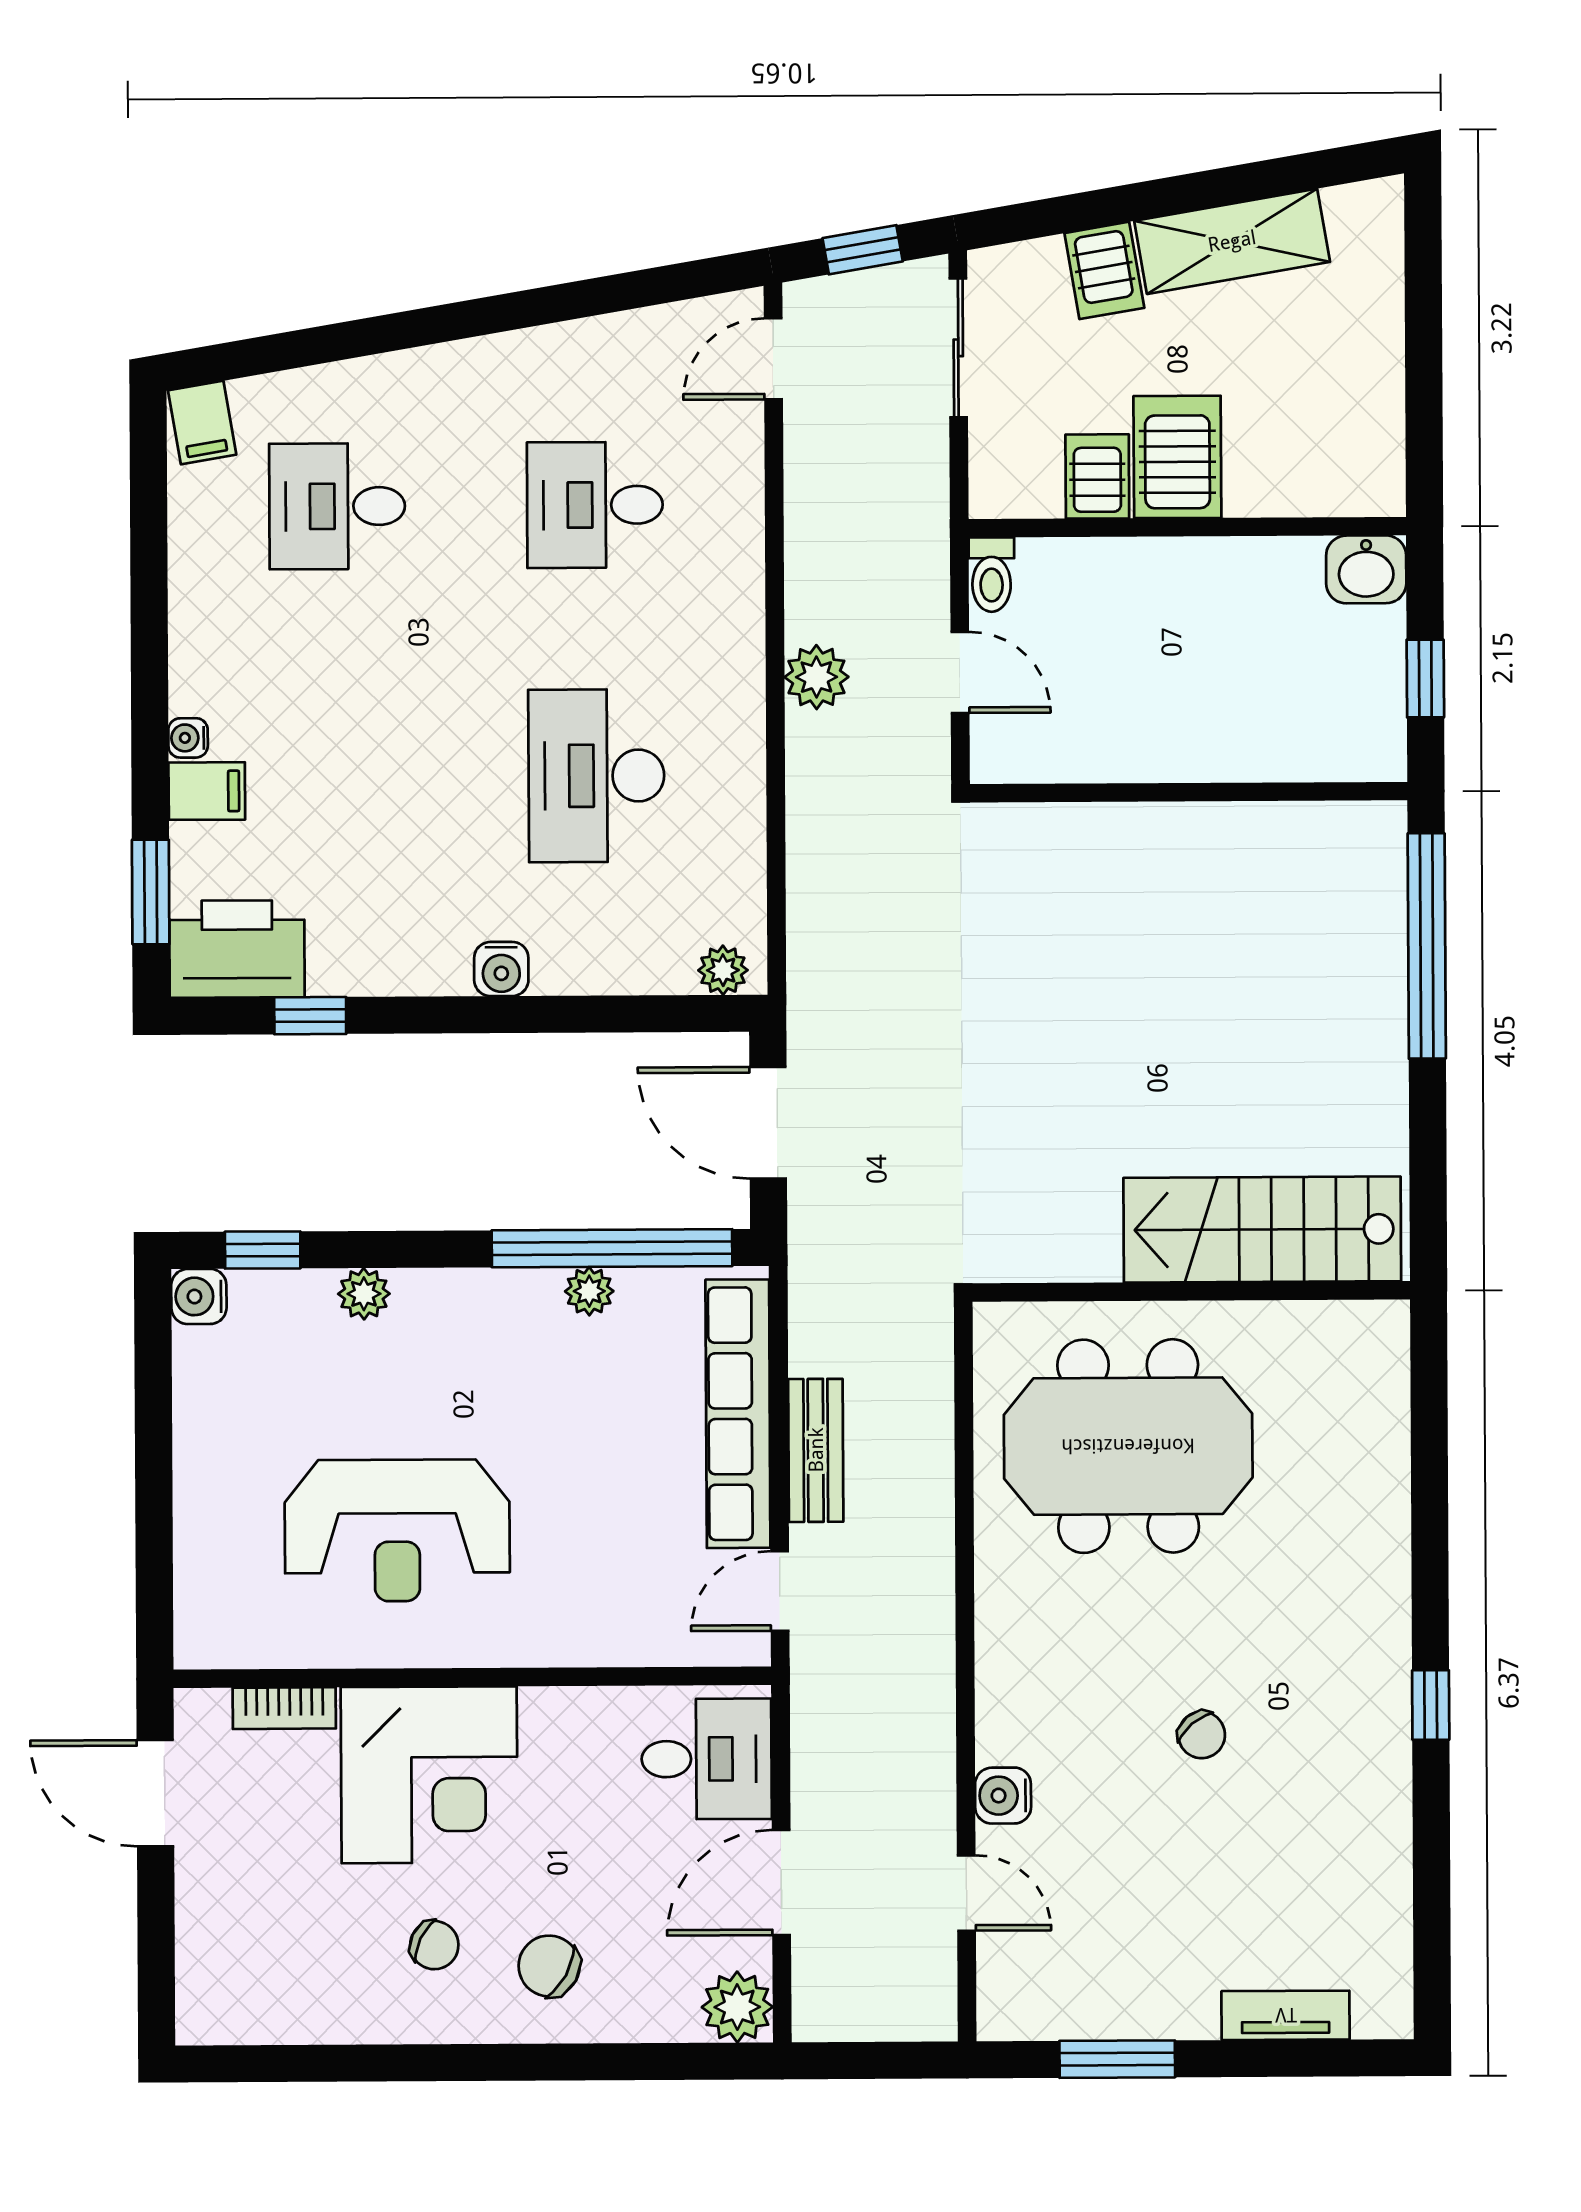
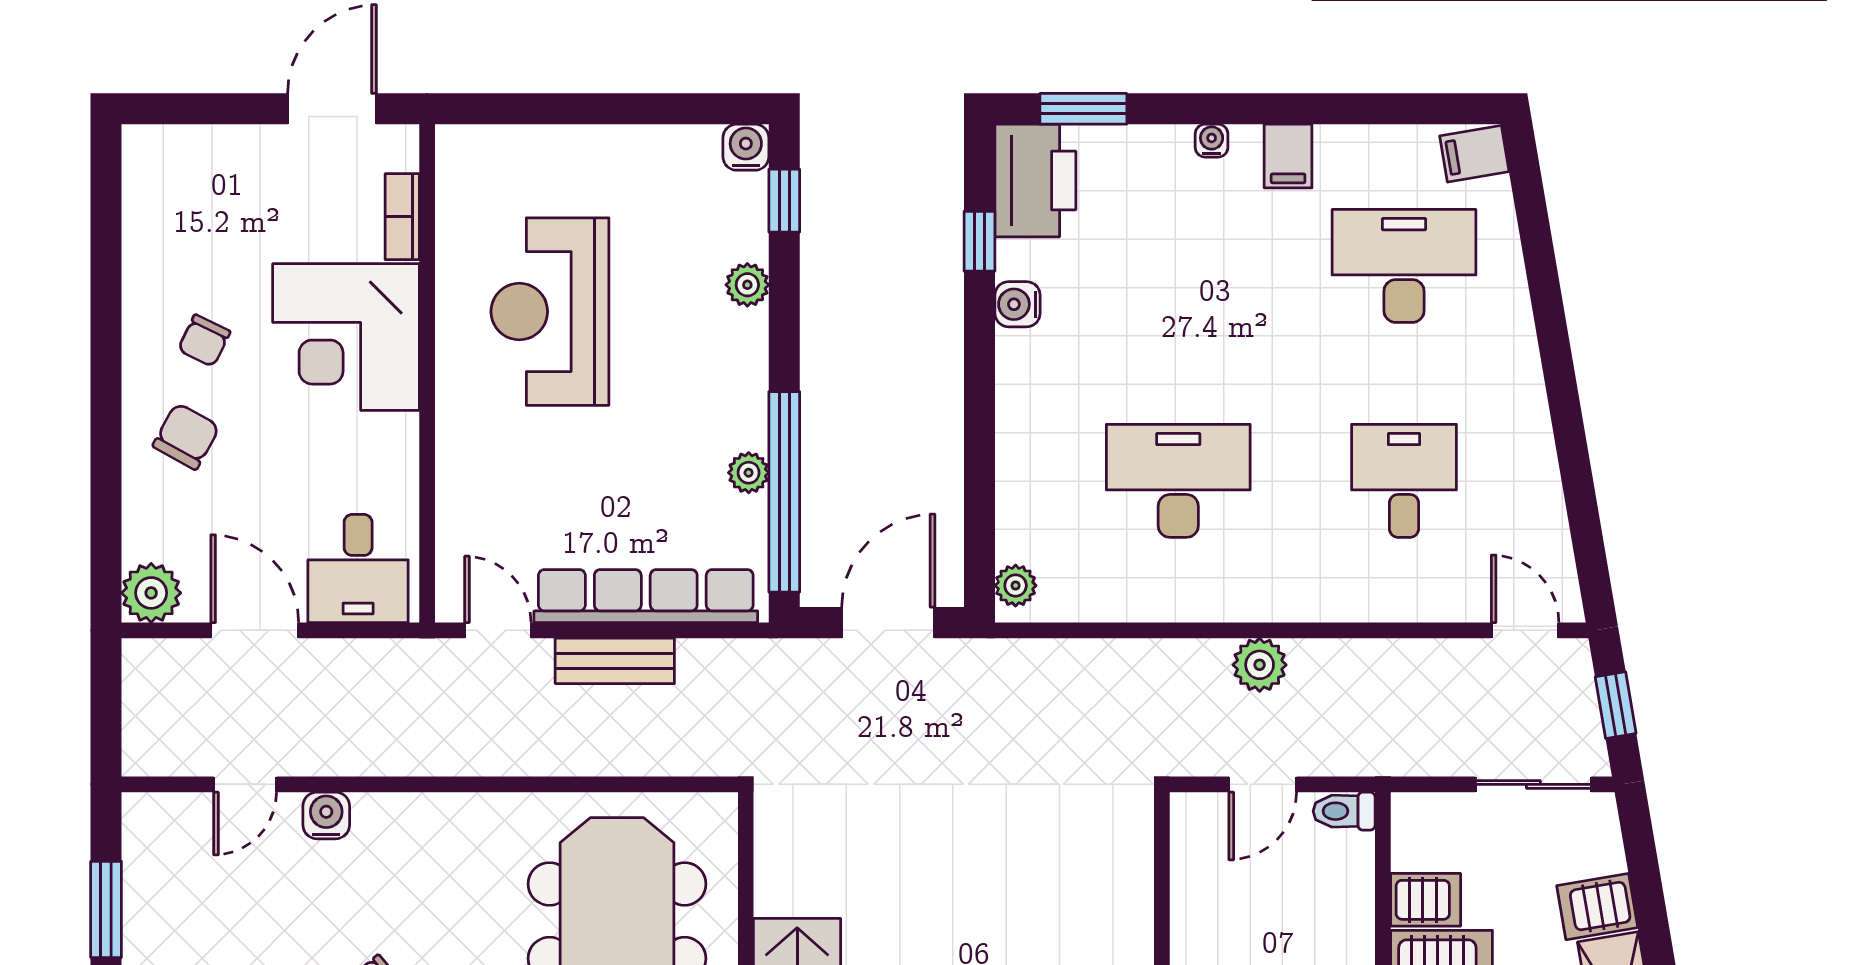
desk: (337, 506) -> (1404, 266), width x1.37
filing cabinet: (207, 791) -> (1288, 156), moved
water cooler: (501, 969) -> (1018, 304), moved

